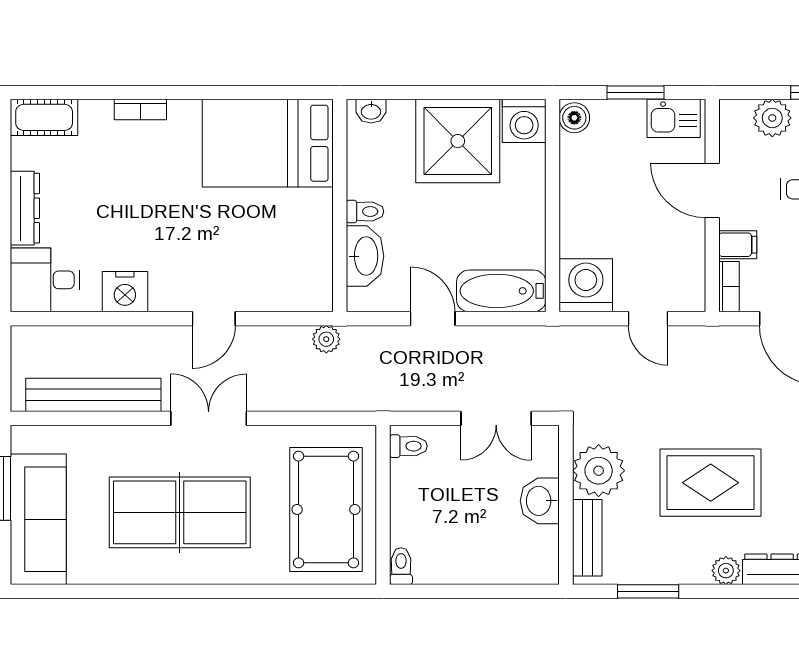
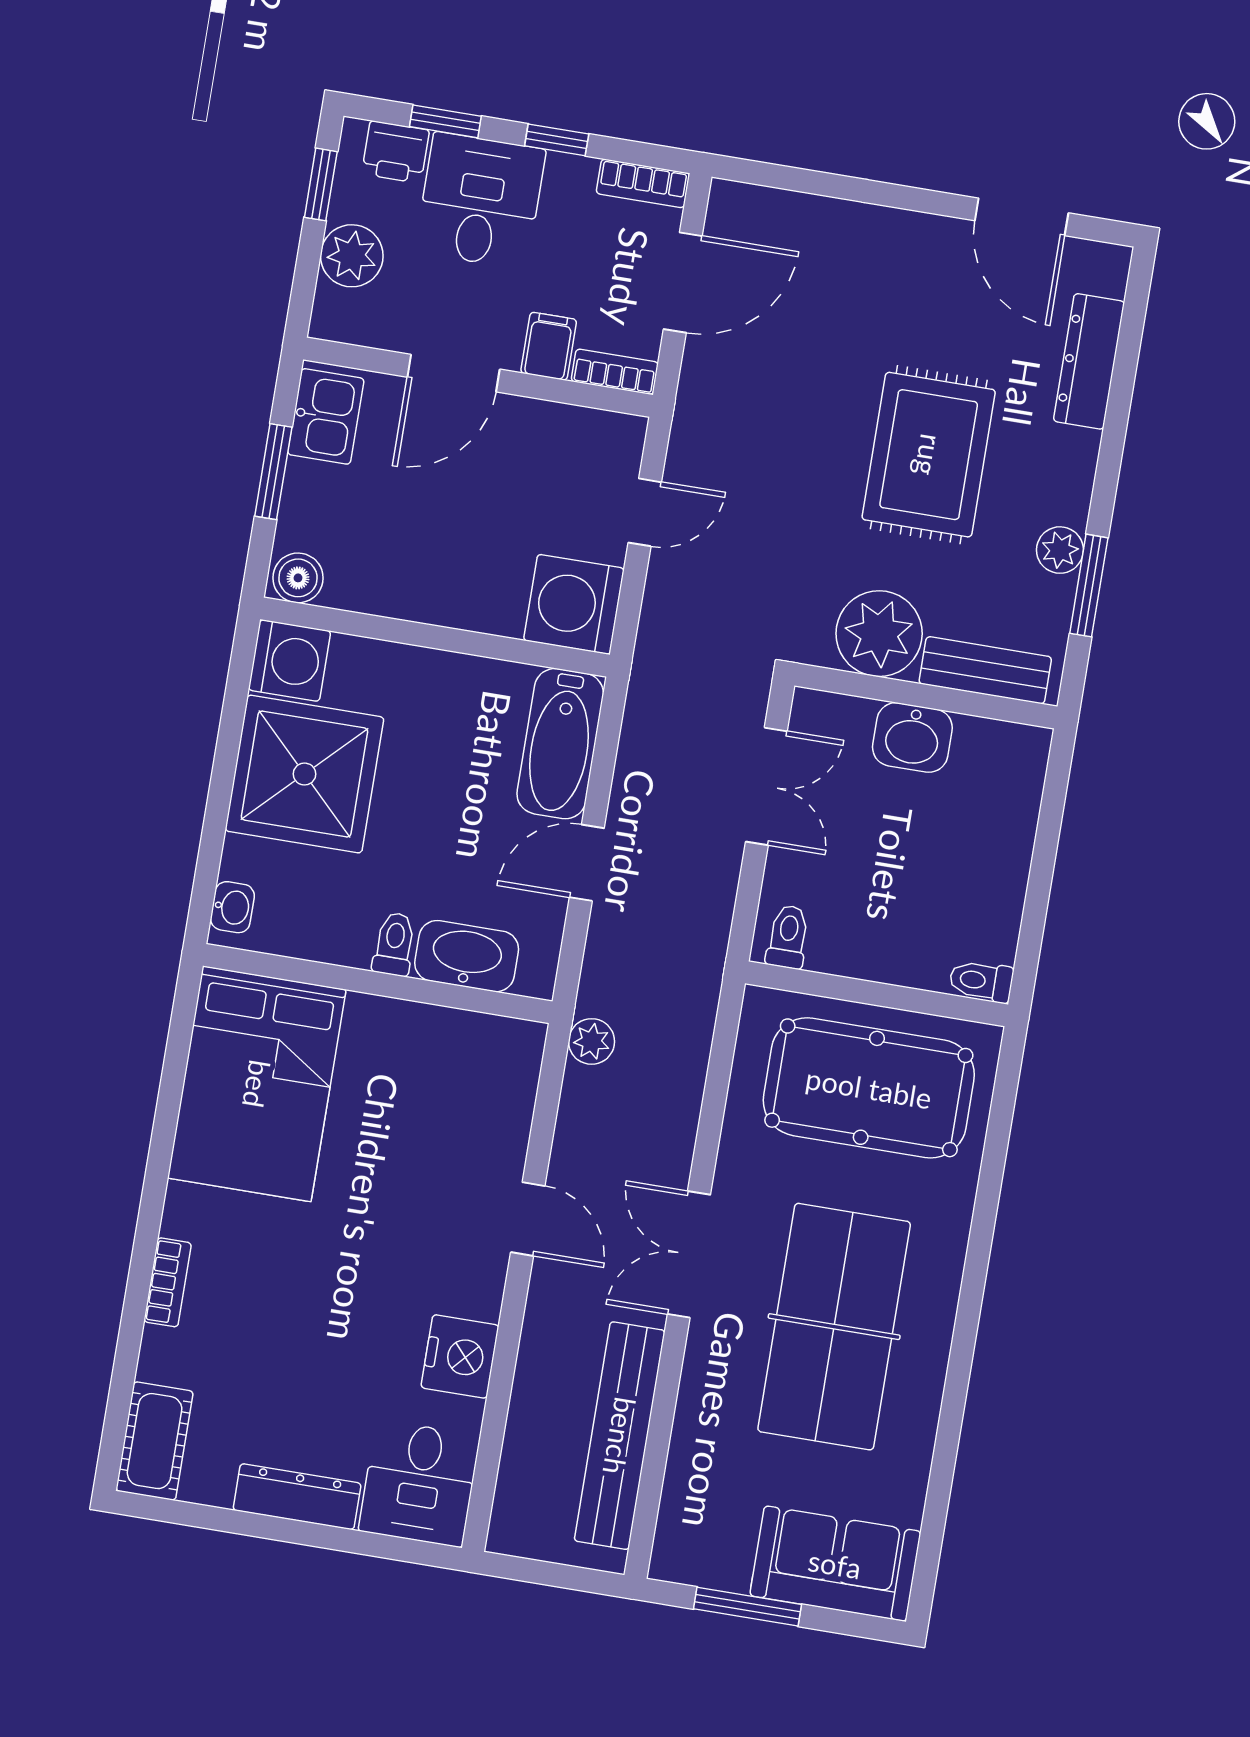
sofa: (38, 519) -> (835, 1564), width x0.73
plant: (726, 571) -> (1060, 550), moved

